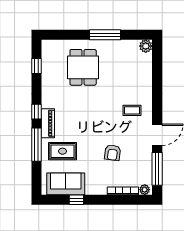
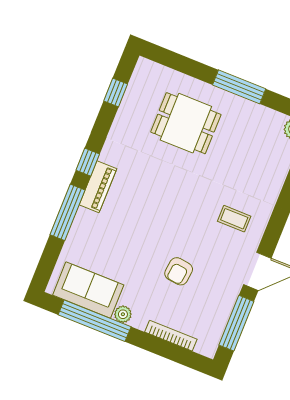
dining table: (83, 67) -> (186, 123), turned 90
rug: (63, 151) -> (103, 238), removed
plant: (145, 190) -> (123, 314), moved
window: (76, 200) -> (95, 321), width x3.17

